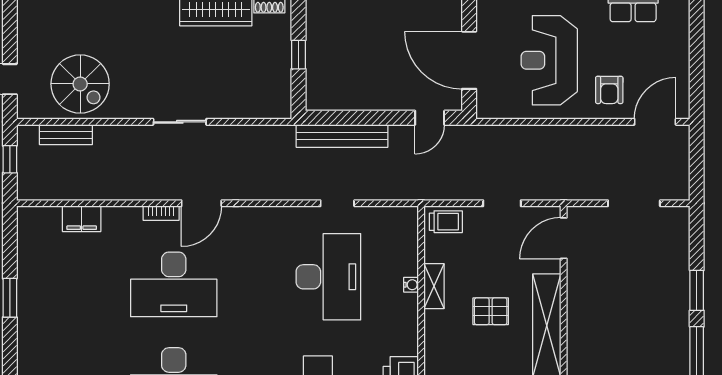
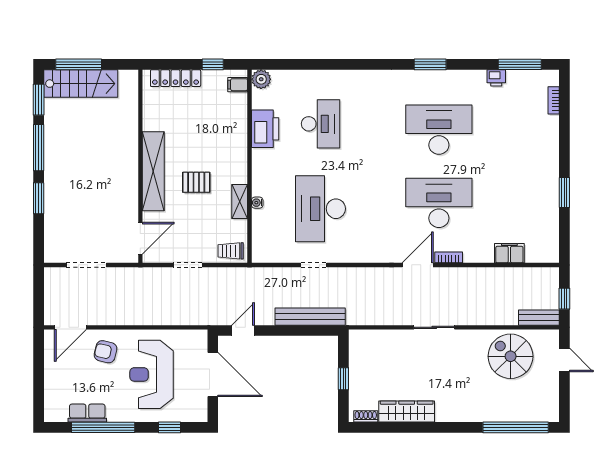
reception desk: (549, 60) -> (152, 374), turned 180
armchair: (609, 90) -> (105, 352), turned -77
bench: (66, 135) -> (539, 318), moved

